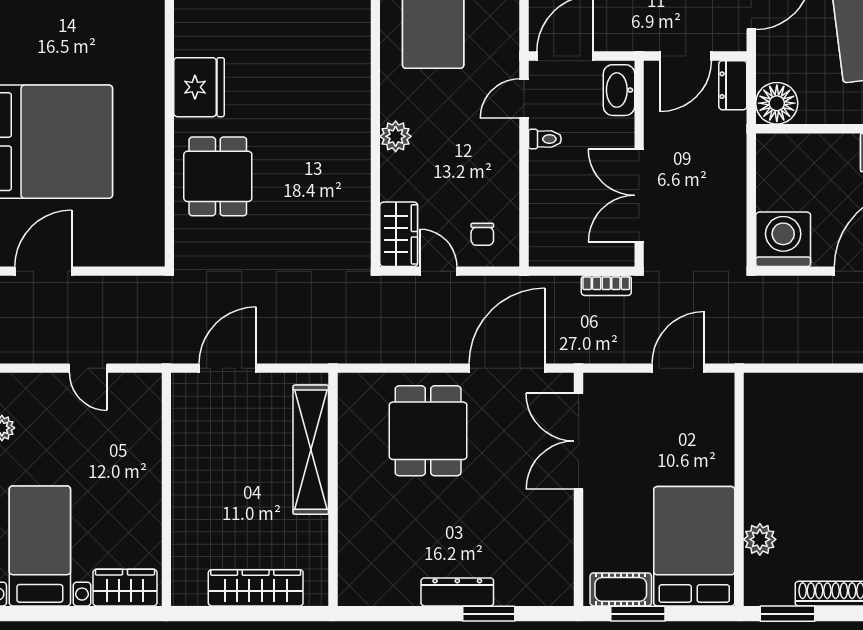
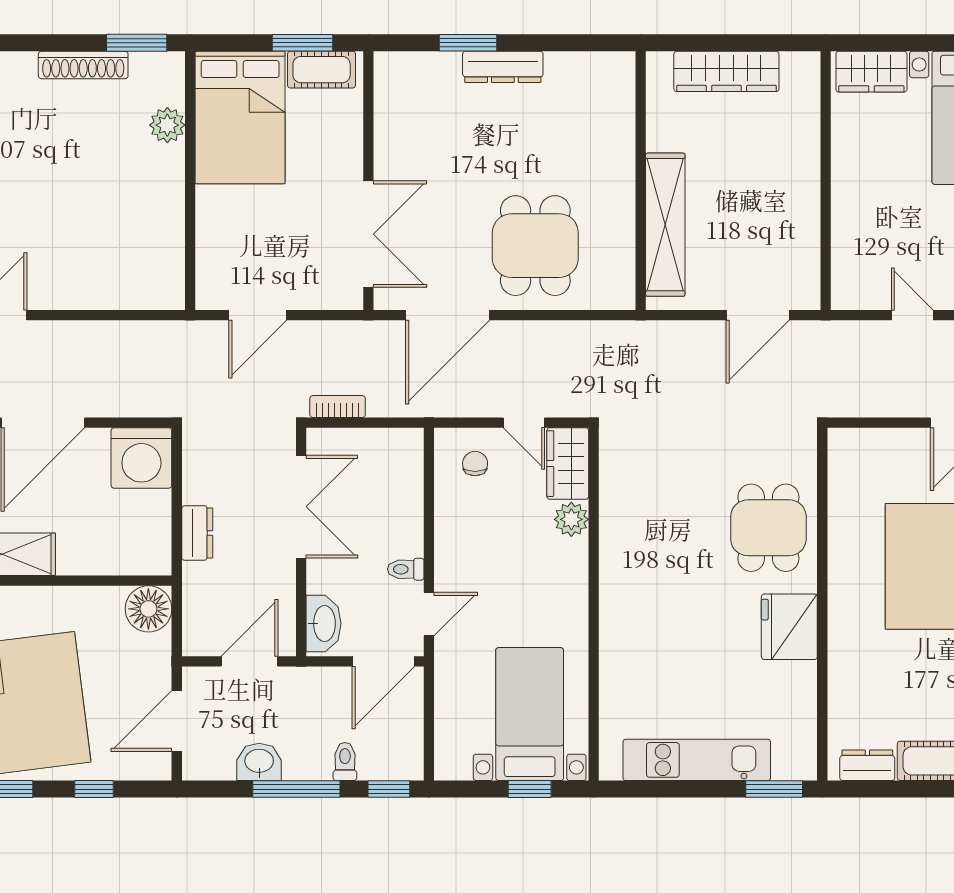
dresser: (733, 85) -> (197, 533), moved
plant: (396, 136) -> (571, 519), moved

